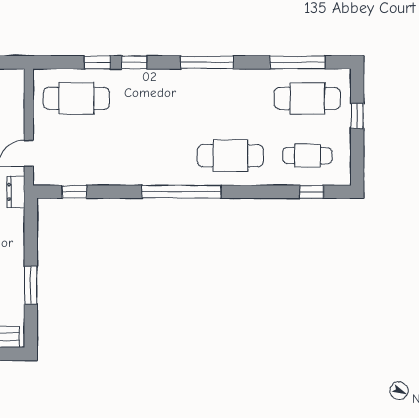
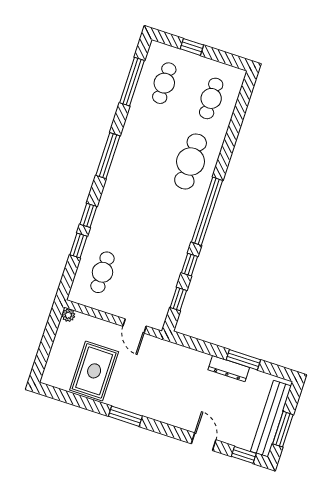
plant: (17, 76) -> (68, 315), added
cafe table: (77, 98) -> (102, 272), width x0.73, depth x0.74
cafe table: (307, 98) -> (164, 83), width x0.73, depth x0.74
dresser: (16, 192) -> (229, 369), moved, width x1.44
window: (312, 192) -> (190, 265), moved

